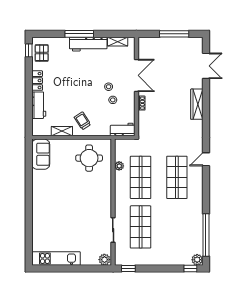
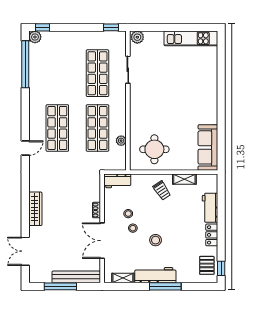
bench: (160, 43) -> (76, 277), added
stool: (88, 76) -> (156, 240), added
sofa: (41, 154) -> (208, 147), width x1.36

